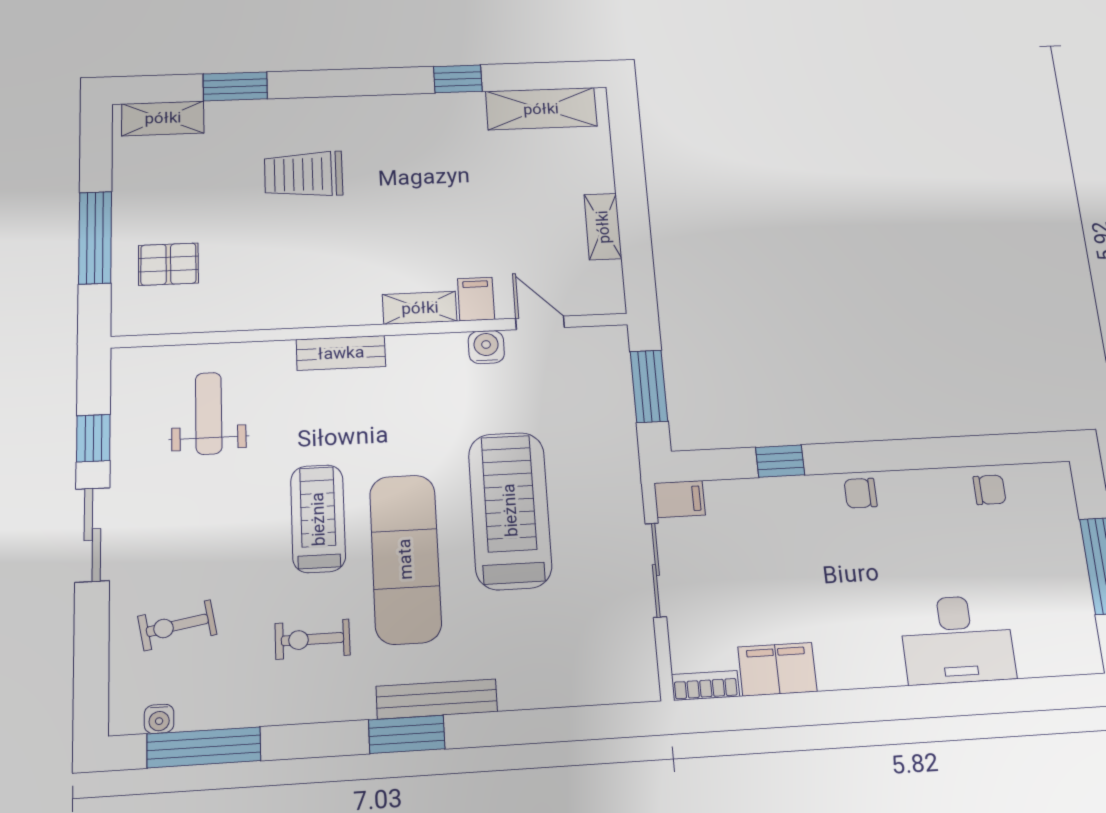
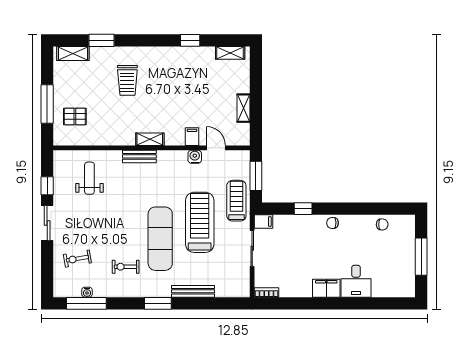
shelving: (541, 109) -> (230, 53), width x0.67, depth x0.75
trolley: (304, 174) -> (127, 80), turned -90
shelving: (420, 308) -> (150, 139), moved
treadmill: (318, 519) -> (236, 201), moved
desk: (957, 639) -> (356, 281), width x0.73
filing cabinet: (777, 669) -> (326, 288), moved
bench: (437, 699) -> (193, 291), moved
water cooler: (159, 719) -> (87, 292), moved

